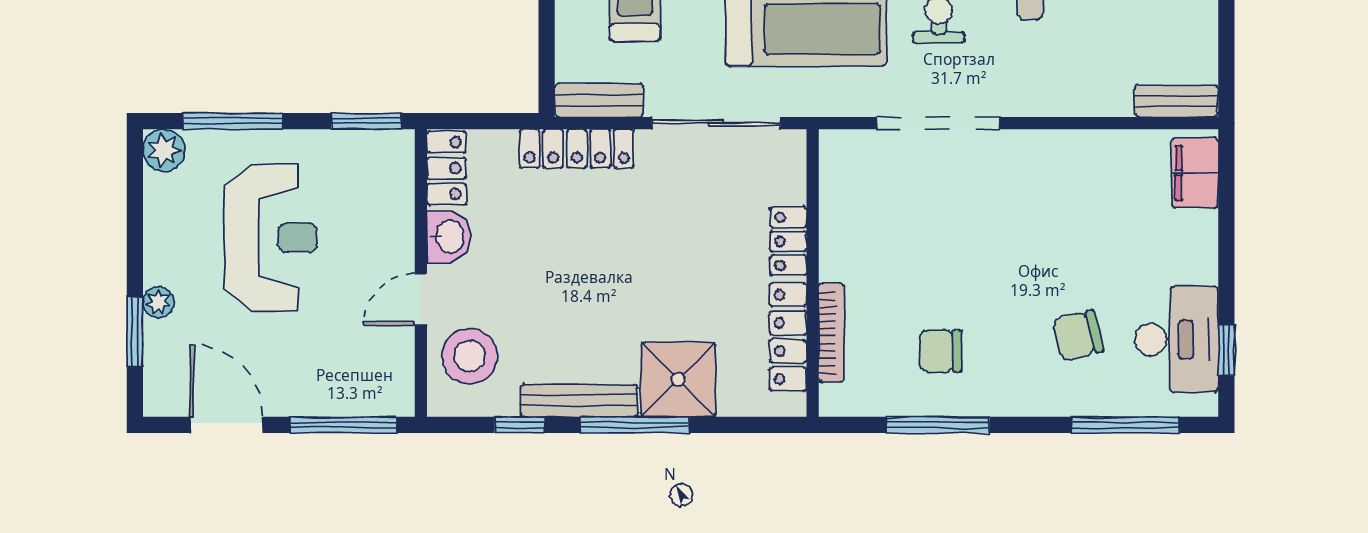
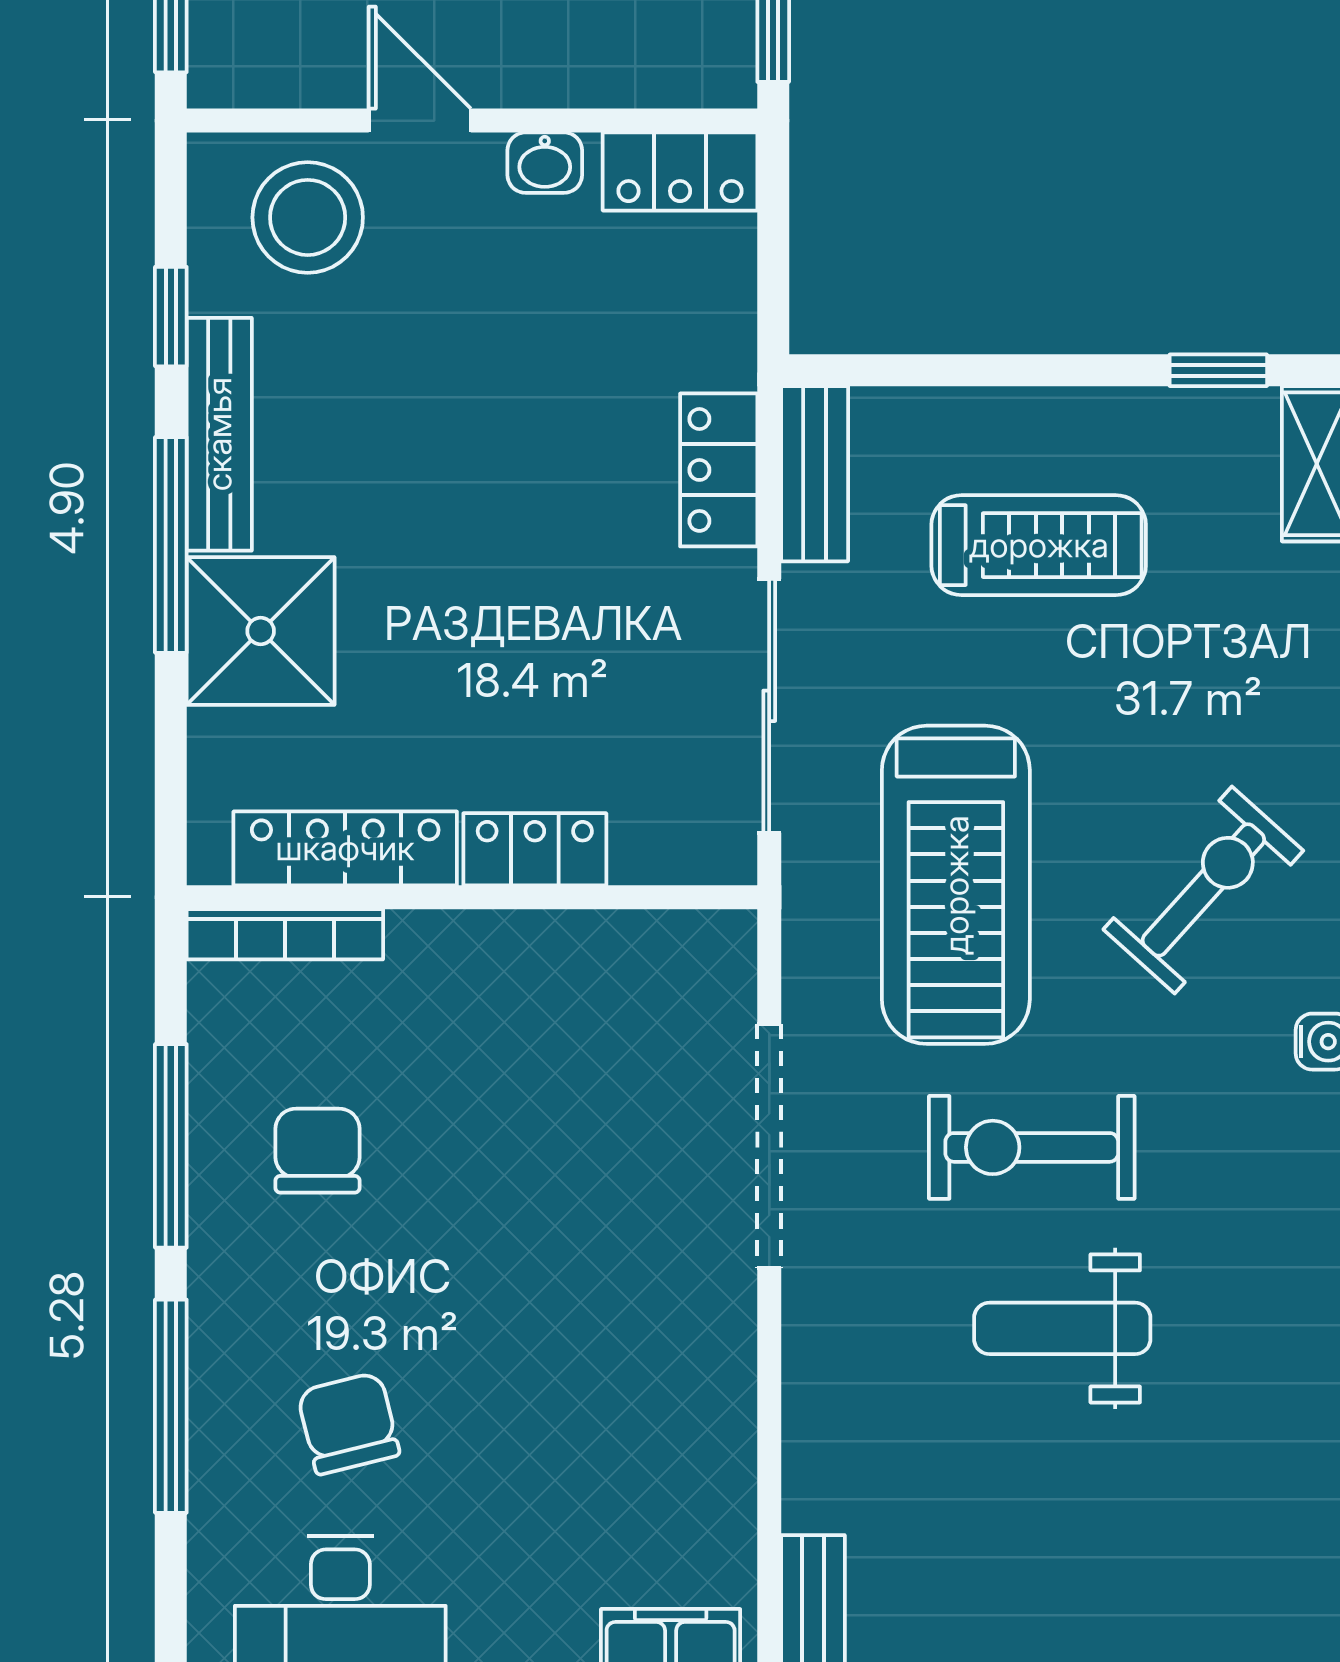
locker: (577, 149) -> (719, 470), width x0.66
washbasin: (449, 236) -> (545, 163), width x0.72, depth x0.69
bookcase: (831, 333) -> (285, 934), moved
window: (1125, 425) -> (171, 1406), moved

